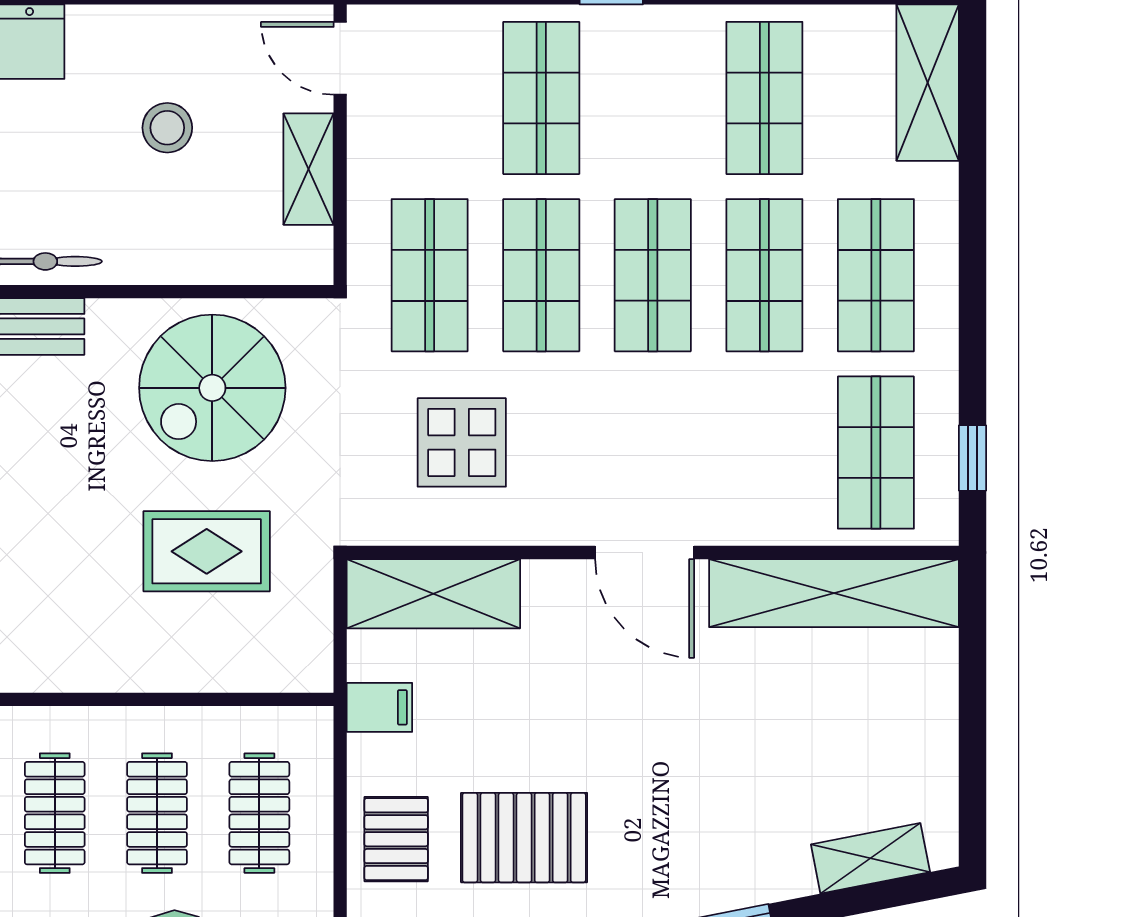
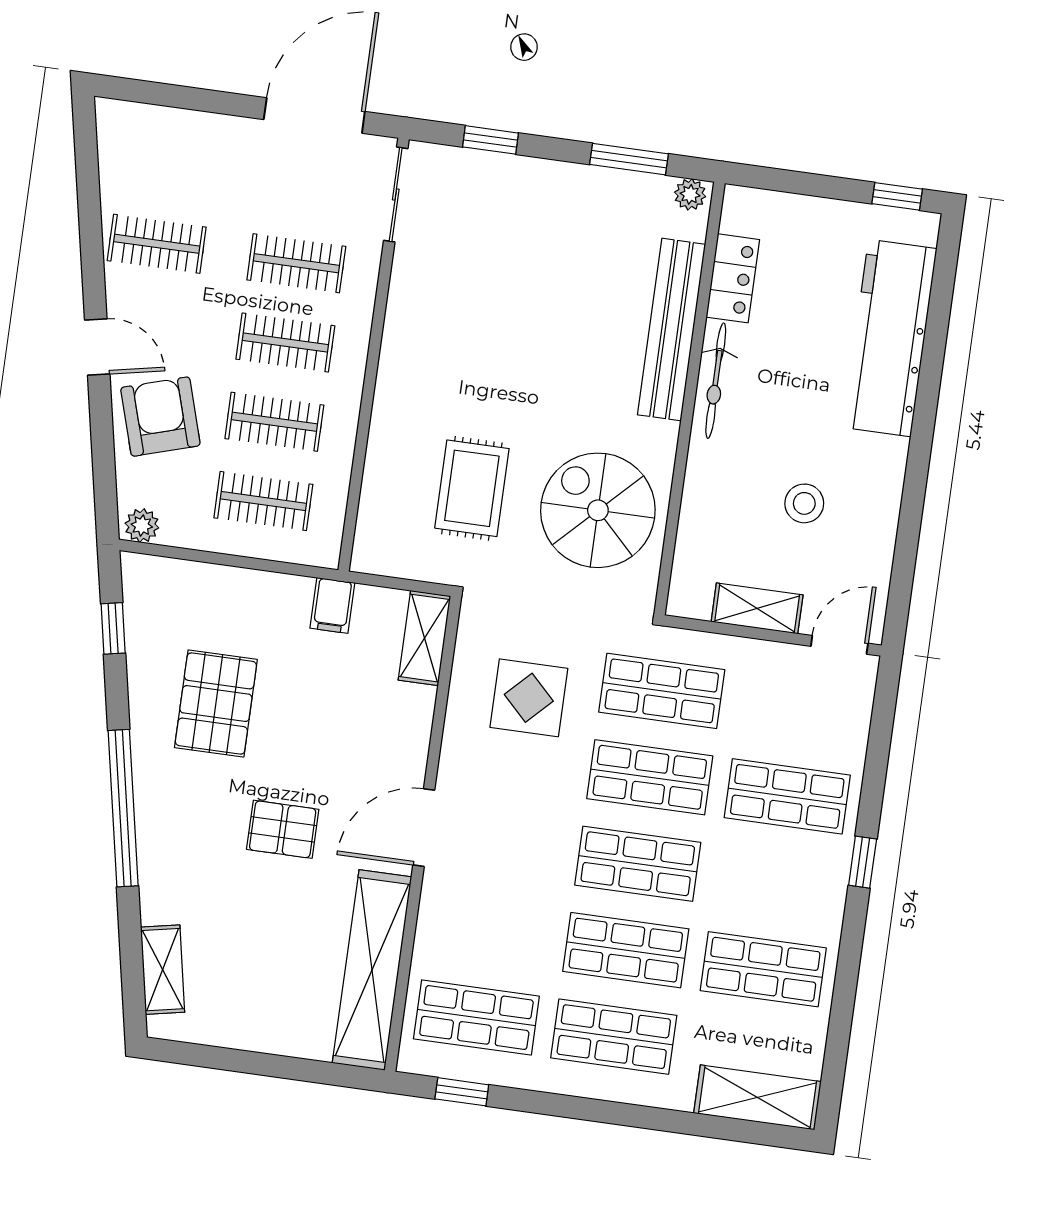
shelving: (433, 594) -> (424, 638), width x0.67, depth x0.75
pallet: (396, 839) -> (283, 829), moved

